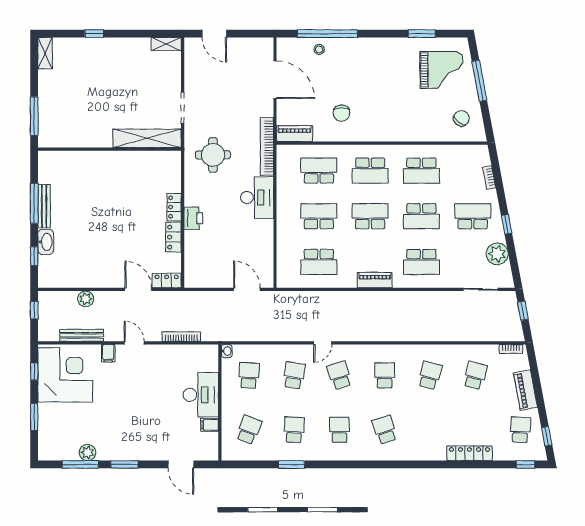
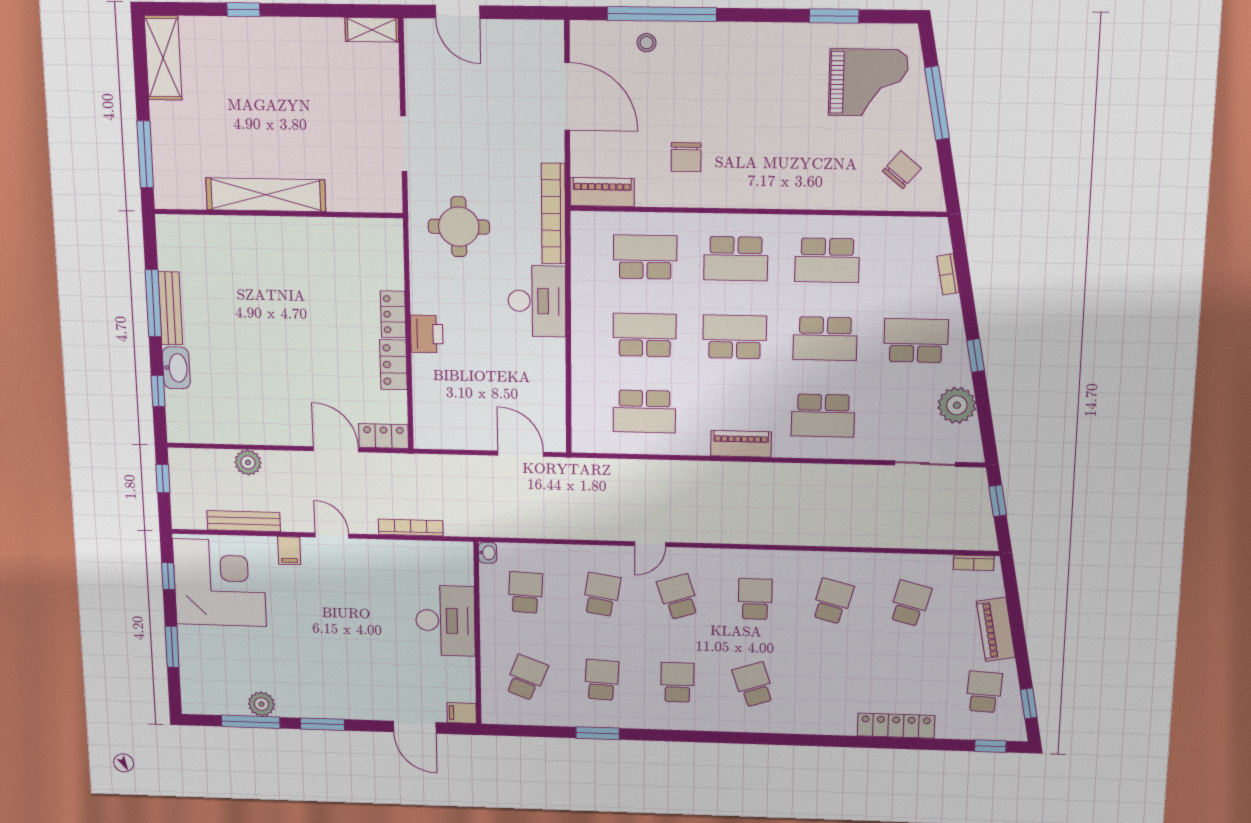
shelving: (45, 53) -> (163, 58), width x1.50, depth x1.33
shelving: (147, 138) -> (266, 195), moved
filing cabinet: (210, 425) -> (462, 713), moved

